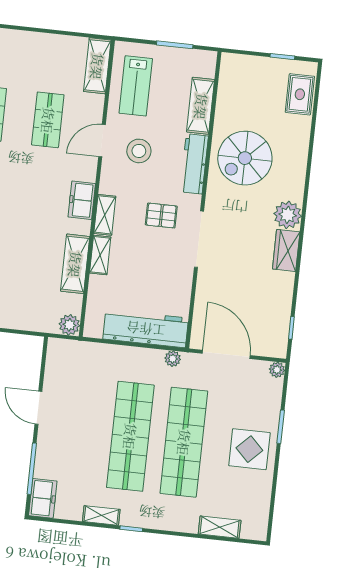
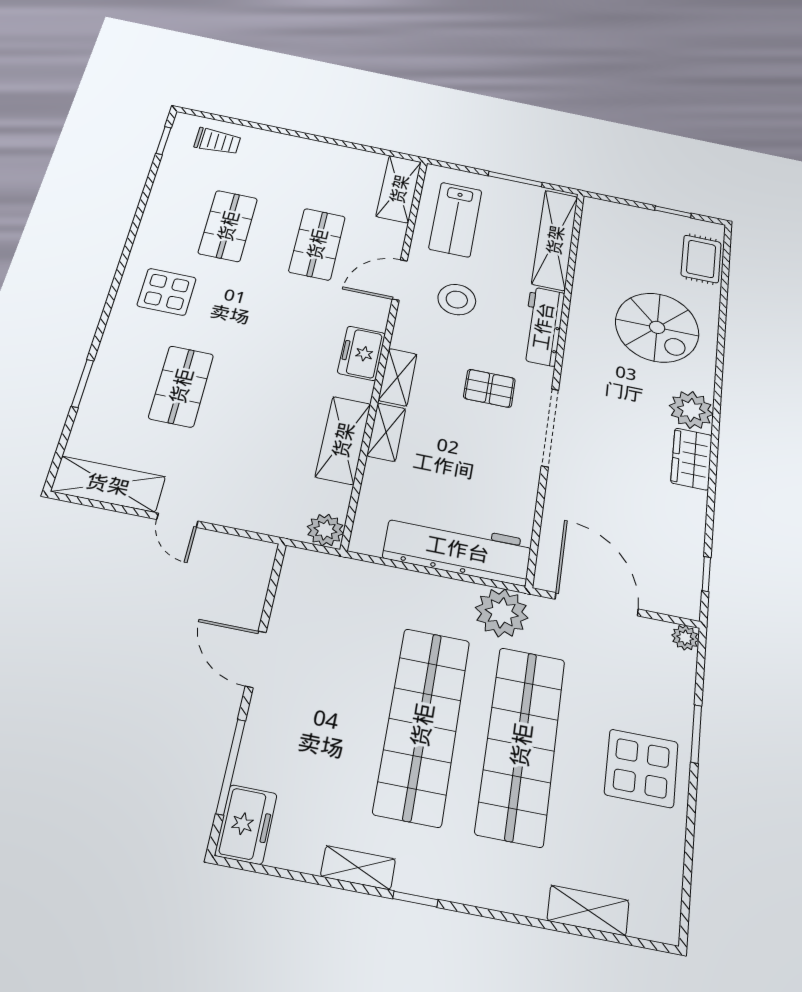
shelving: (201, 106) -> (555, 240), width x1.47
spiral stairs: (245, 158) -> (657, 327), moved, turned -90
plant: (173, 359) -> (502, 613), width x1.88, depth x1.88

